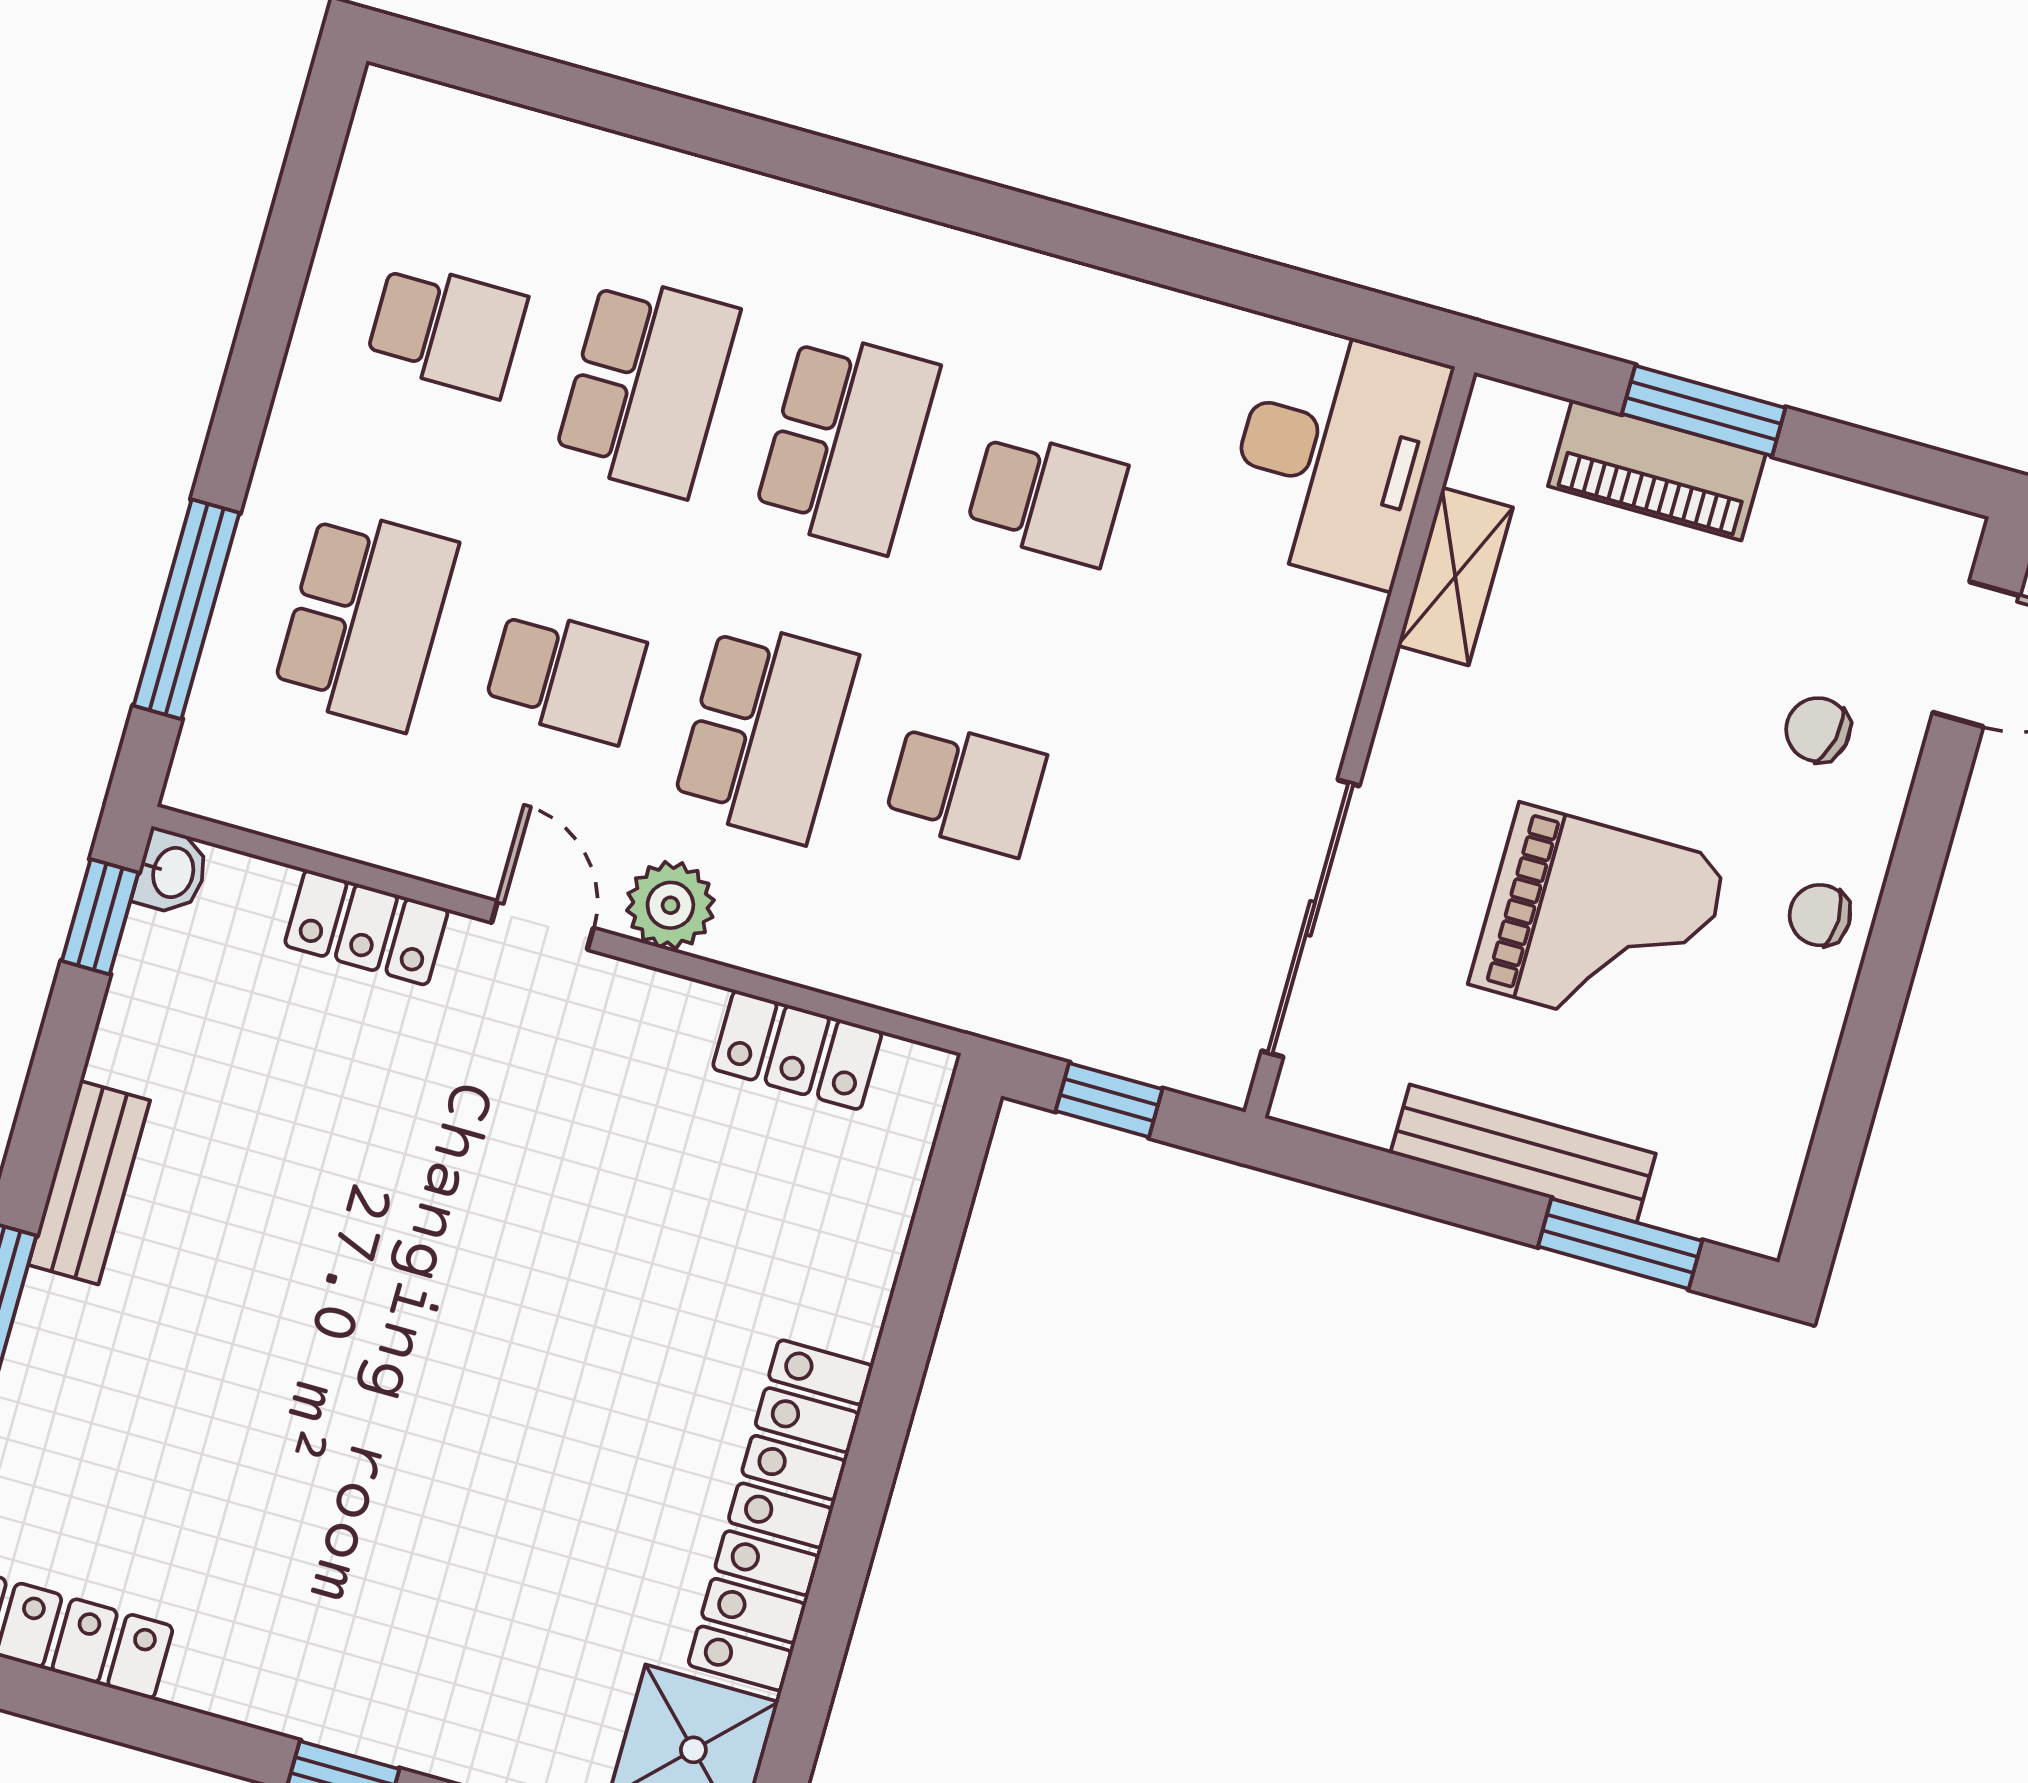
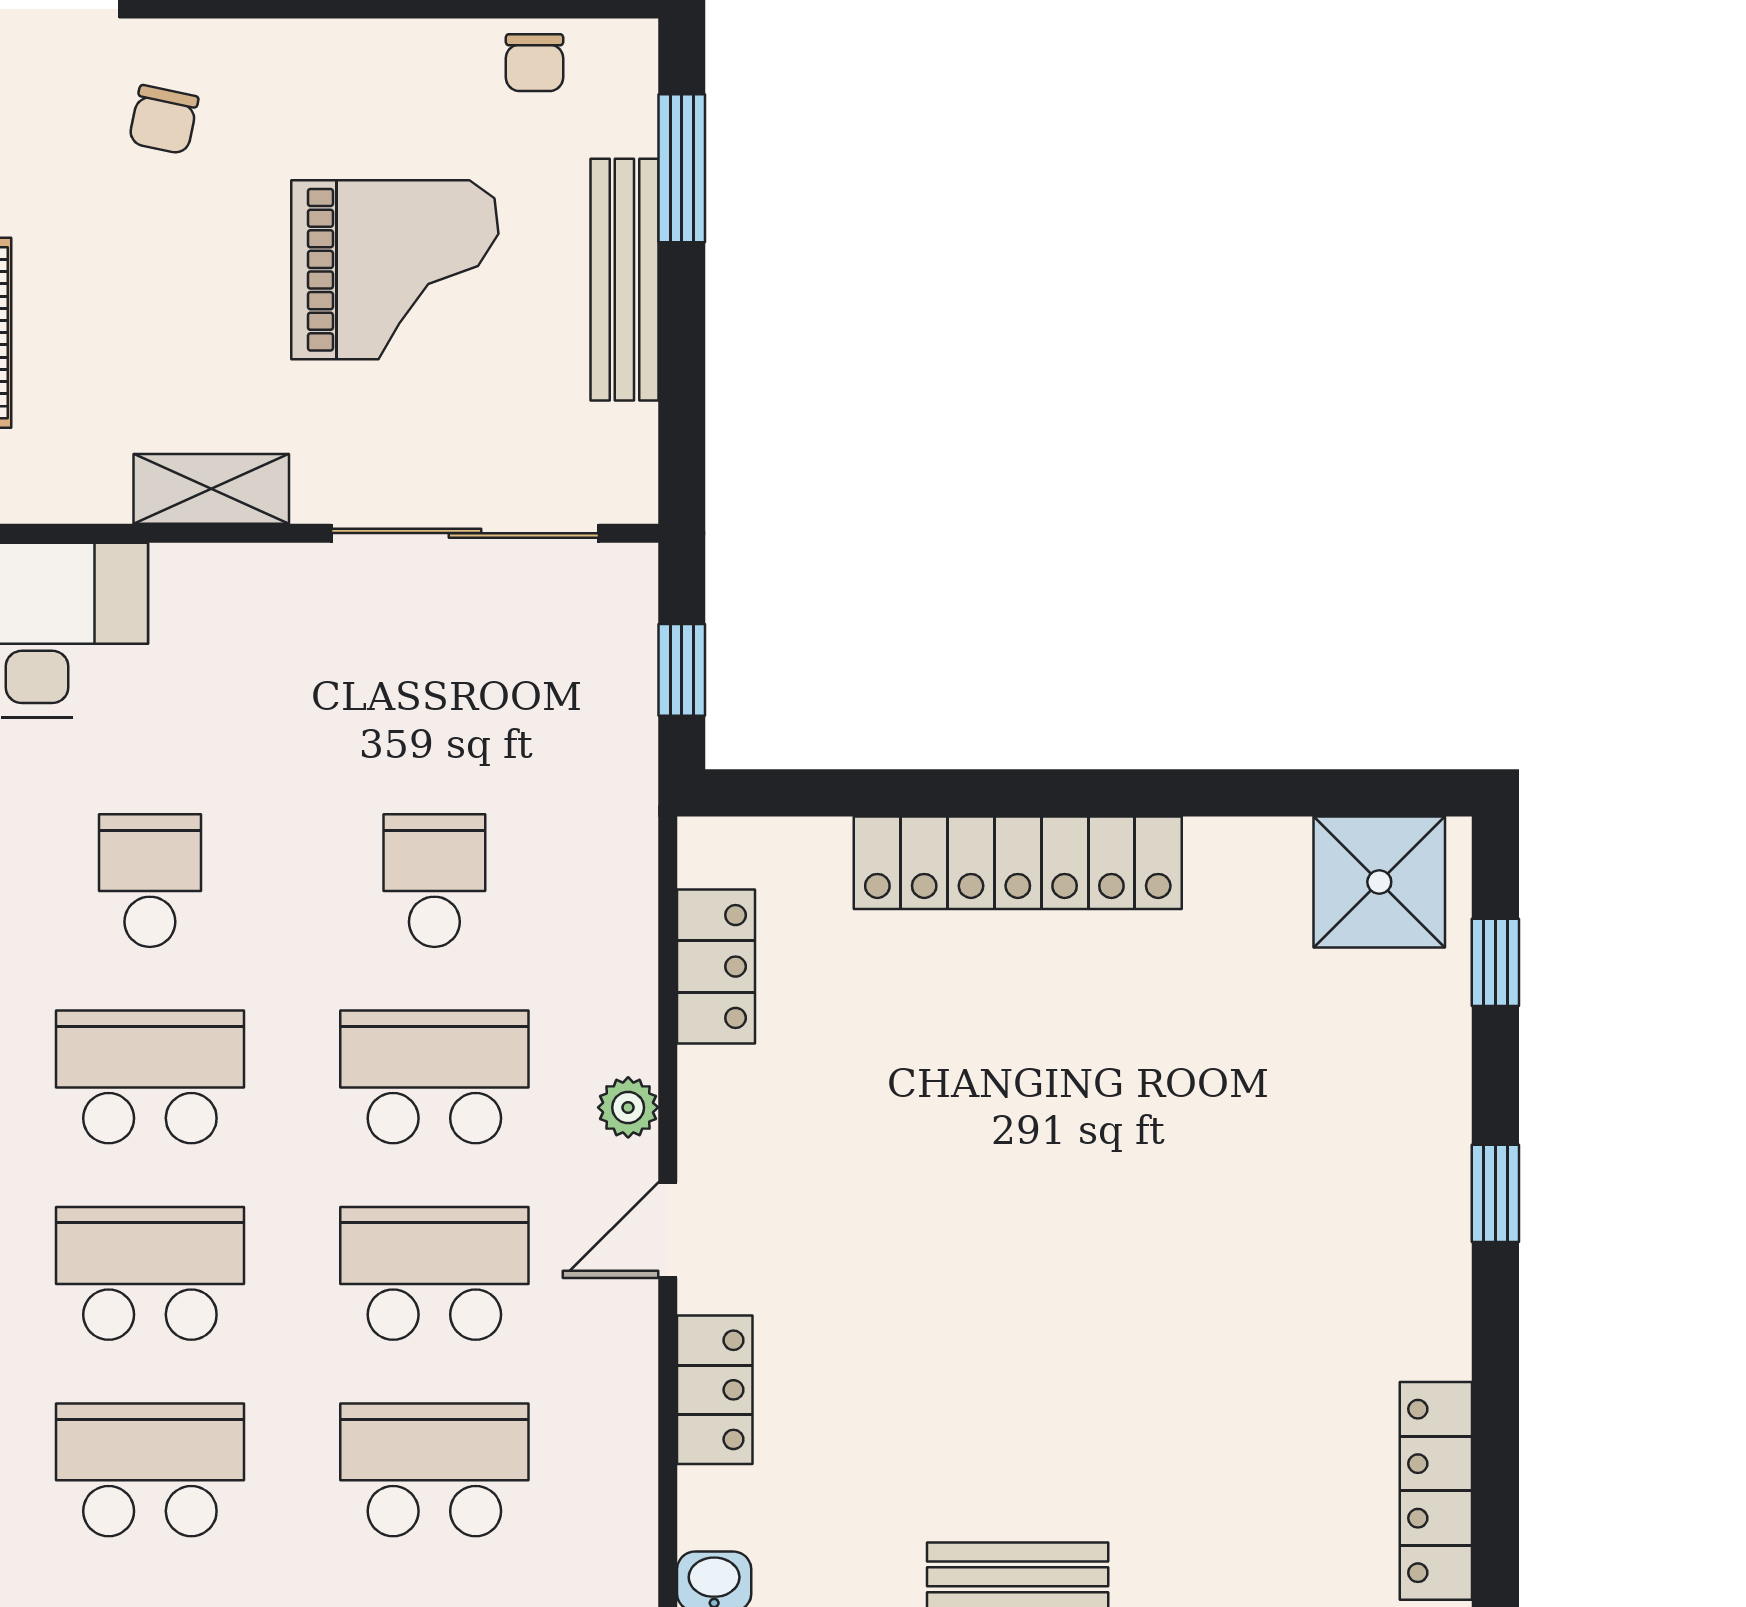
school desk: (447, 329) -> (150, 1470), width x1.85
shelving: (1455, 576) -> (211, 489), moved
school desk: (565, 675) -> (434, 1273), width x1.85
plant: (670, 905) -> (628, 1107), width x0.73, depth x0.73
chair: (1820, 915) -> (535, 63), moved
grand piano: (1599, 922) -> (395, 270), turned 90
locker: (780, 1515) -> (1018, 863), moved

